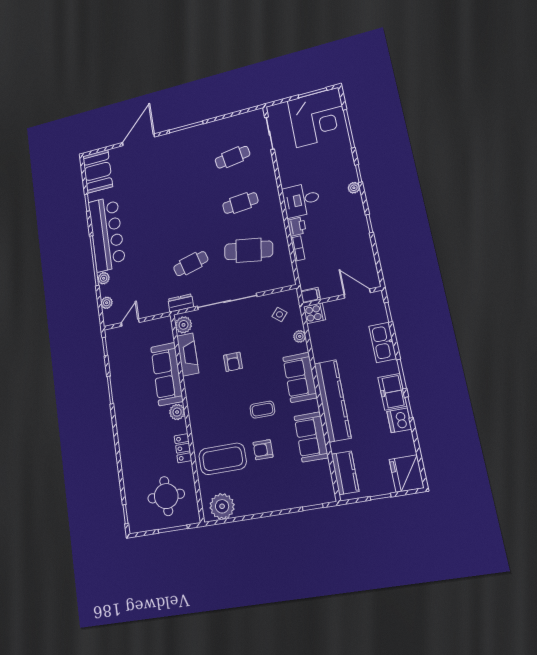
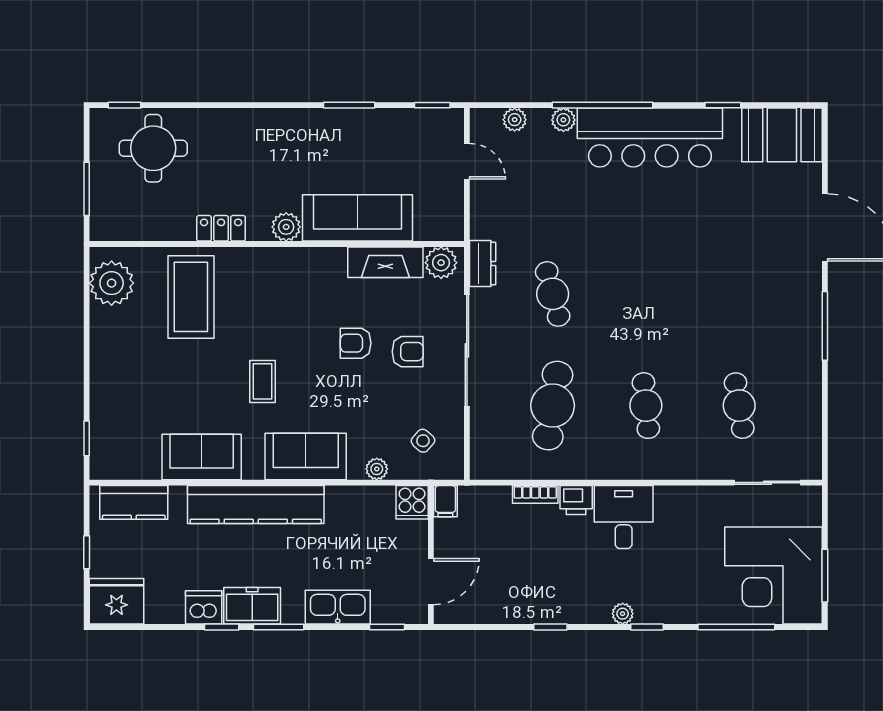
armchair: (263, 450) -> (408, 352), moved, turned 90
round table: (166, 496) -> (153, 148), moved

